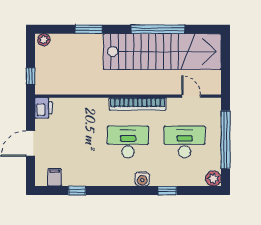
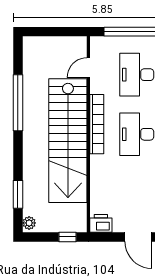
window: (89, 29) -> (18, 194), moved
stairs: (162, 52) -> (68, 141), moved, turned 180

